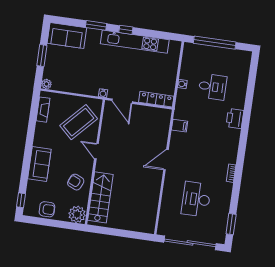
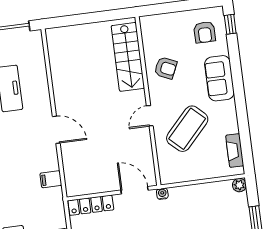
coffee table: (79, 122) -> (187, 129), moved
door: (96, 151) -> (150, 116), swing flipped
door: (166, 160) -> (56, 130), hinge flipped
armchair: (47, 209) -> (205, 32), moved, turned -90
plant: (77, 214) -> (152, 26), removed

